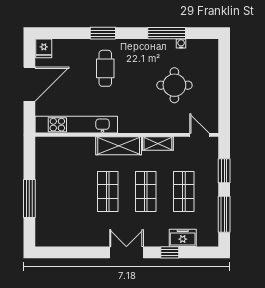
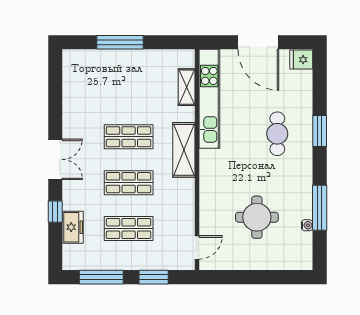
cafe table: (105, 68) -> (277, 134), turned 90
shelving: (158, 143) -> (187, 87), moved

